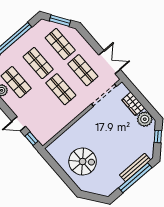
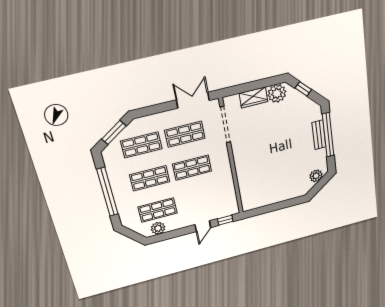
spiral stairs: (83, 162) -> (279, 180), removed
bench: (135, 168) -> (319, 135), width x0.73
plant: (100, 189) -> (316, 176), added

